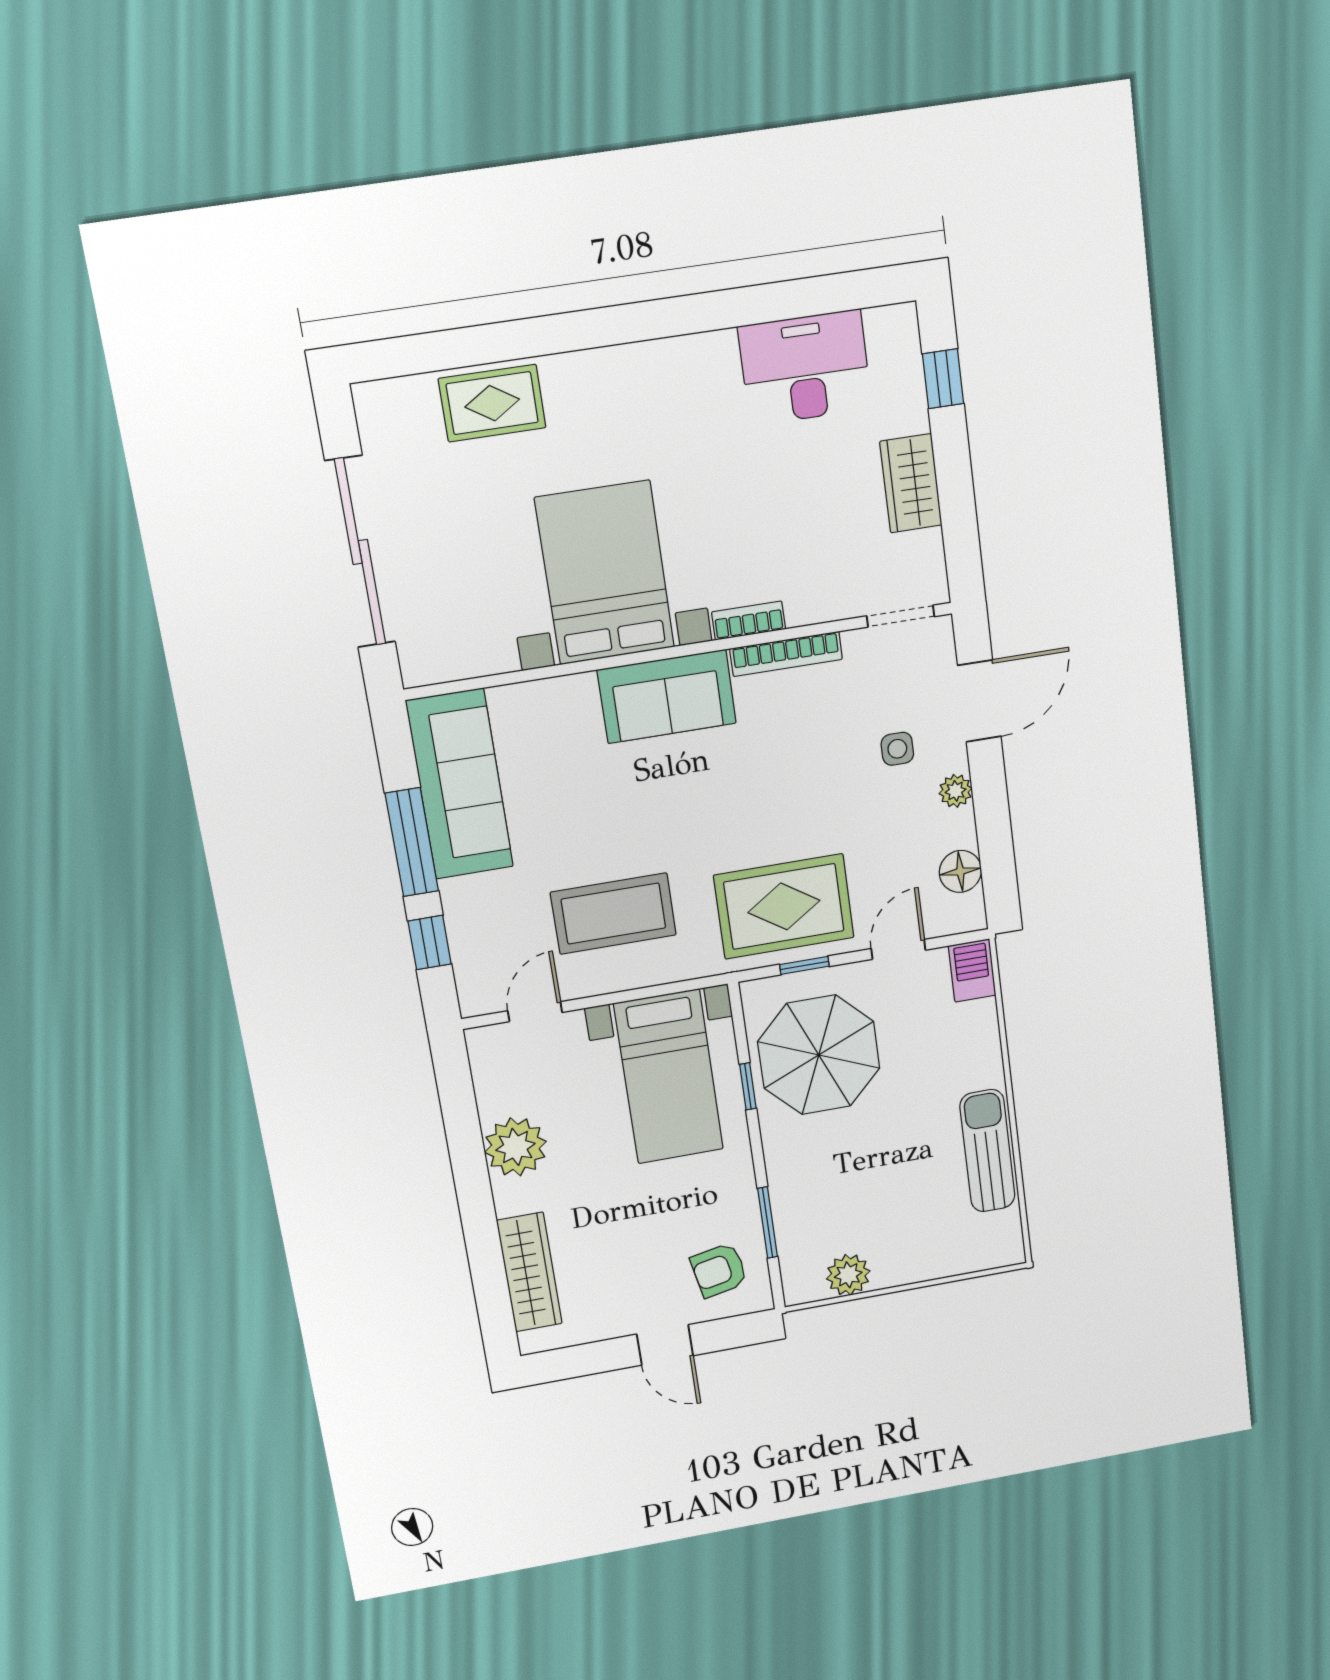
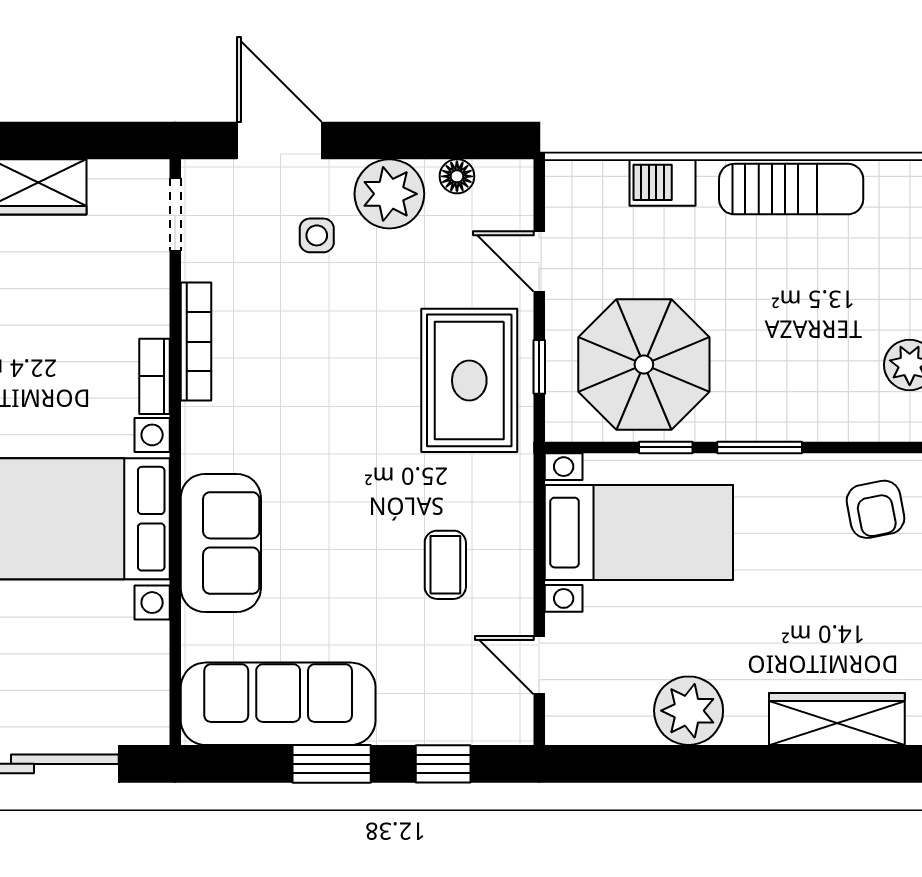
sofa: (667, 697) -> (221, 543), moved
plant: (956, 791) -> (389, 194), width x1.88, depth x1.88
window: (412, 842) -> (332, 764), width x0.69
floor lamp: (960, 871) -> (457, 176), width x0.73, depth x0.73
coffee table: (613, 914) -> (445, 565), width x0.54, depth x0.58
barbecue: (972, 971) -> (662, 182), moved
sun lounger: (987, 1151) -> (791, 189), turned 180
window: (768, 1223) -> (760, 447), moved

